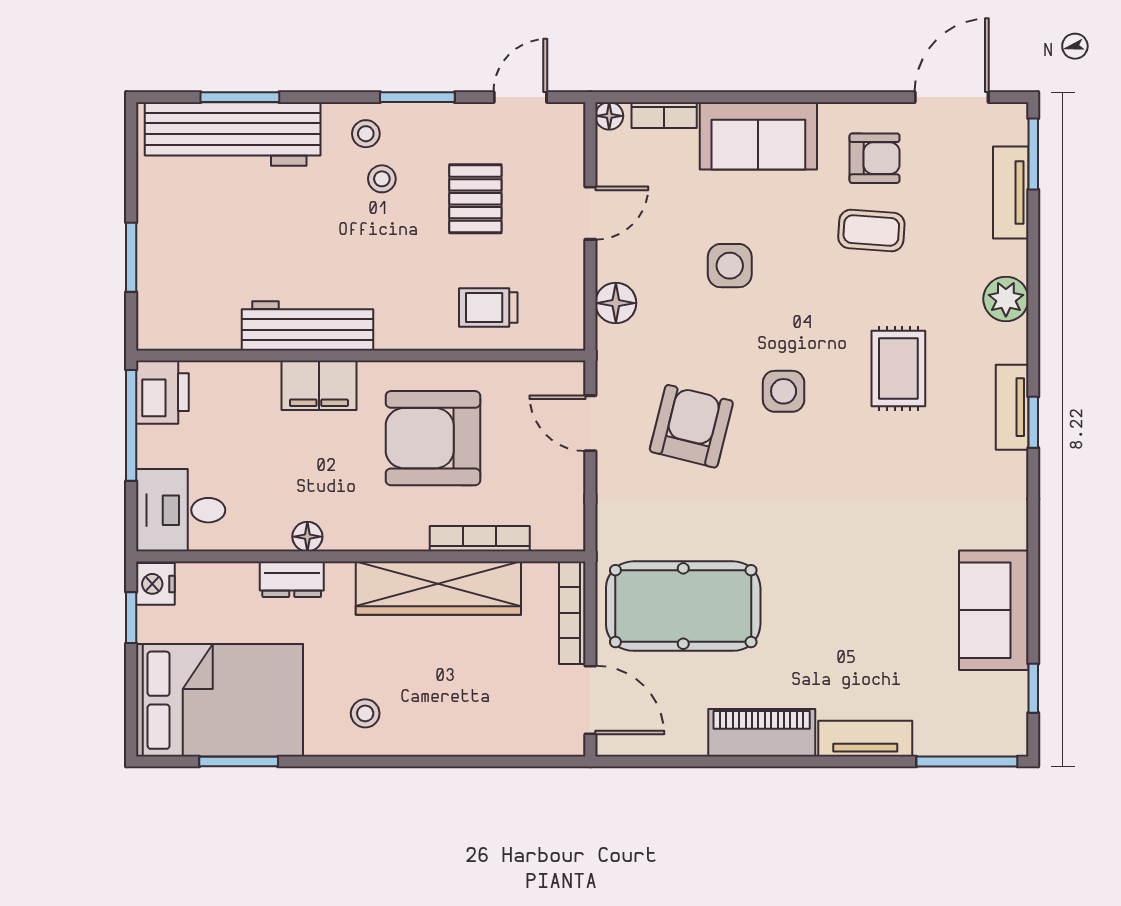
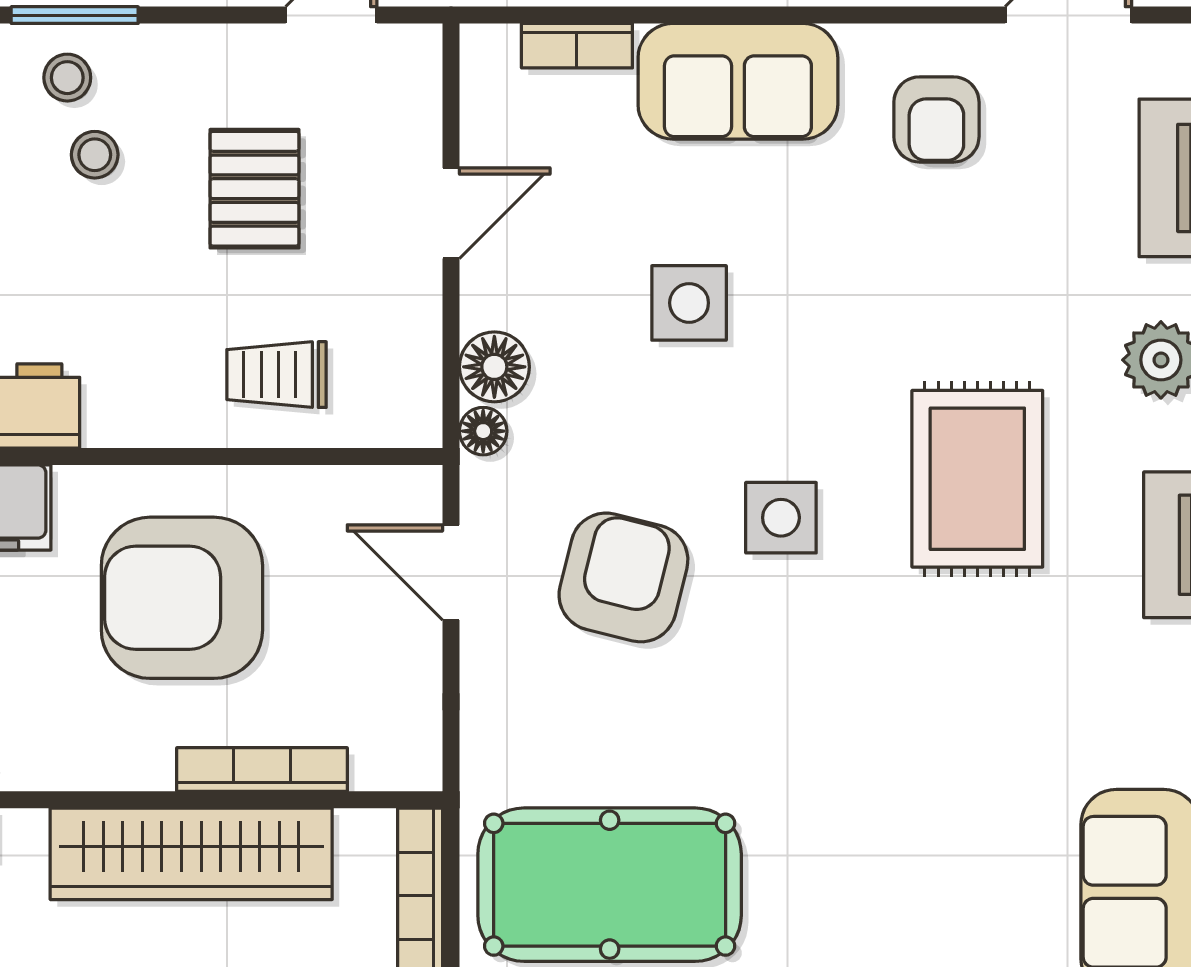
window: (417, 97) -> (75, 15), moved
floor lamp: (609, 116) -> (483, 431), moved
armchair: (875, 158) -> (936, 119), turned 90
coffee table: (871, 230) -> (931, 243), removed
rug: (898, 368) -> (977, 479), width x1.36, depth x1.43

